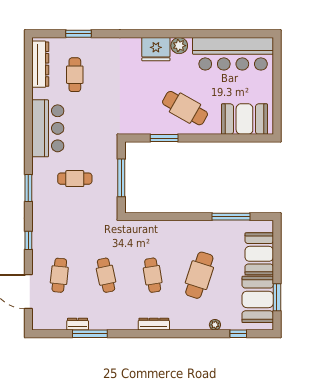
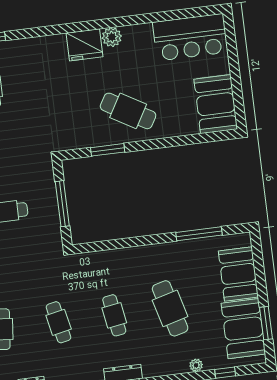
bar counter: (233, 54) -> (190, 37), width x0.73
booth: (244, 119) -> (216, 104), moved, turned 90
cafe table: (199, 275) -> (170, 308), turned -33

